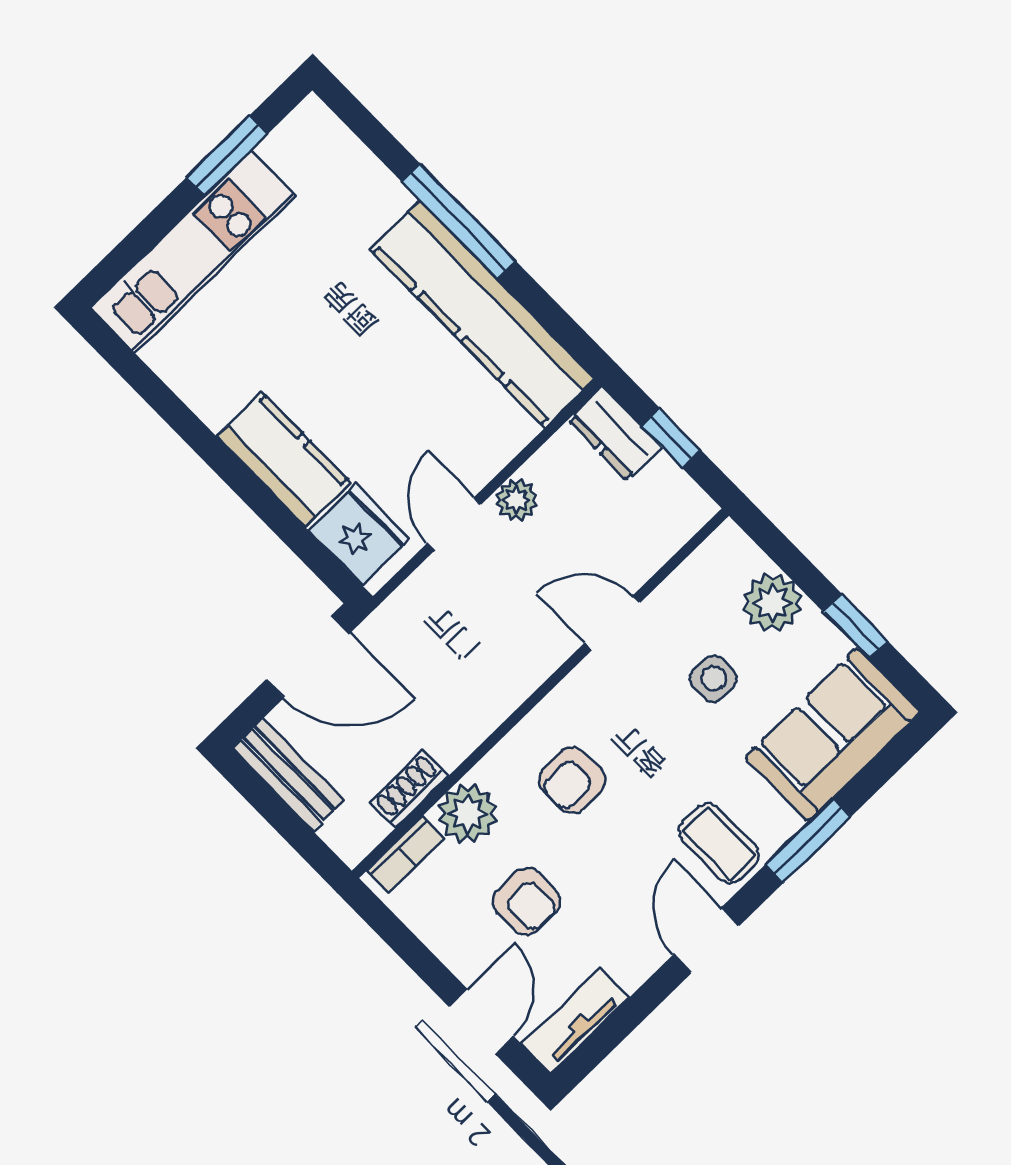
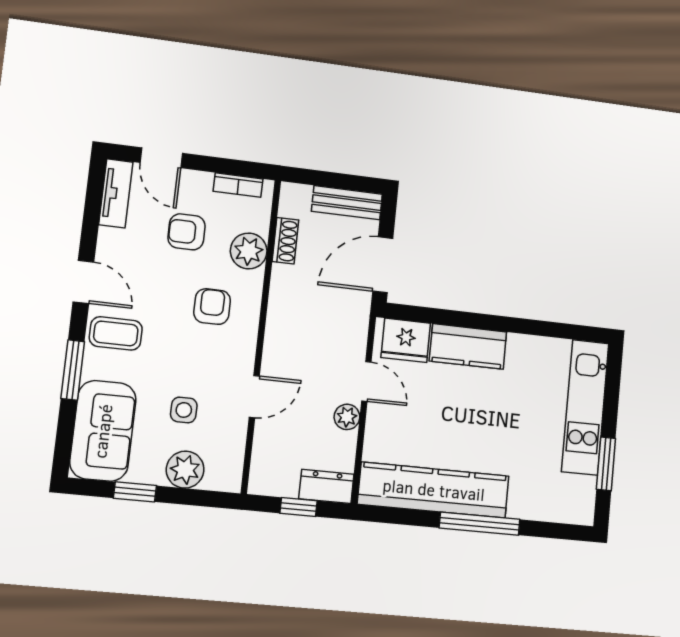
bookcase: (405, 855) -> (238, 185), moved, turned -90

